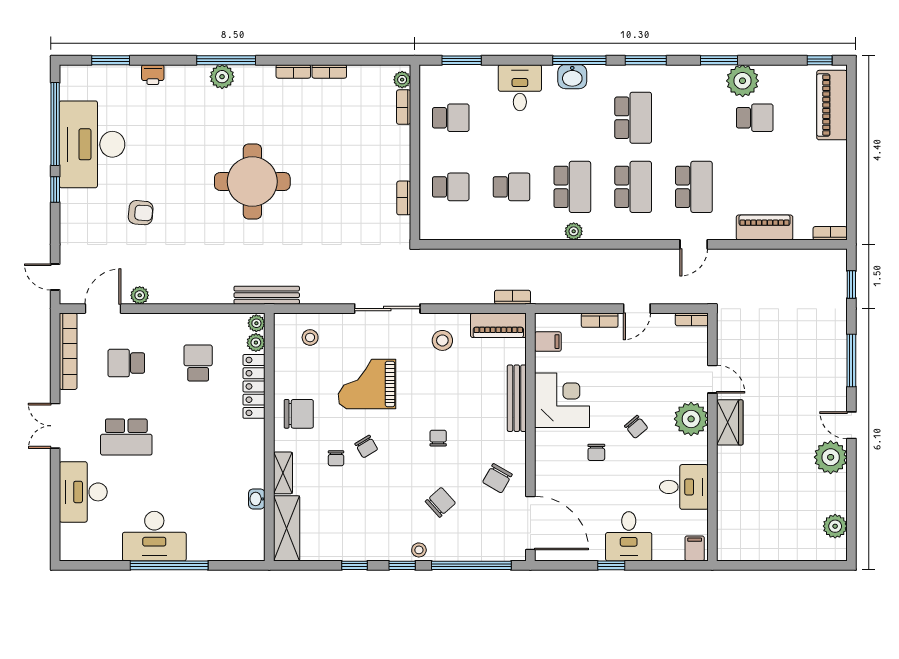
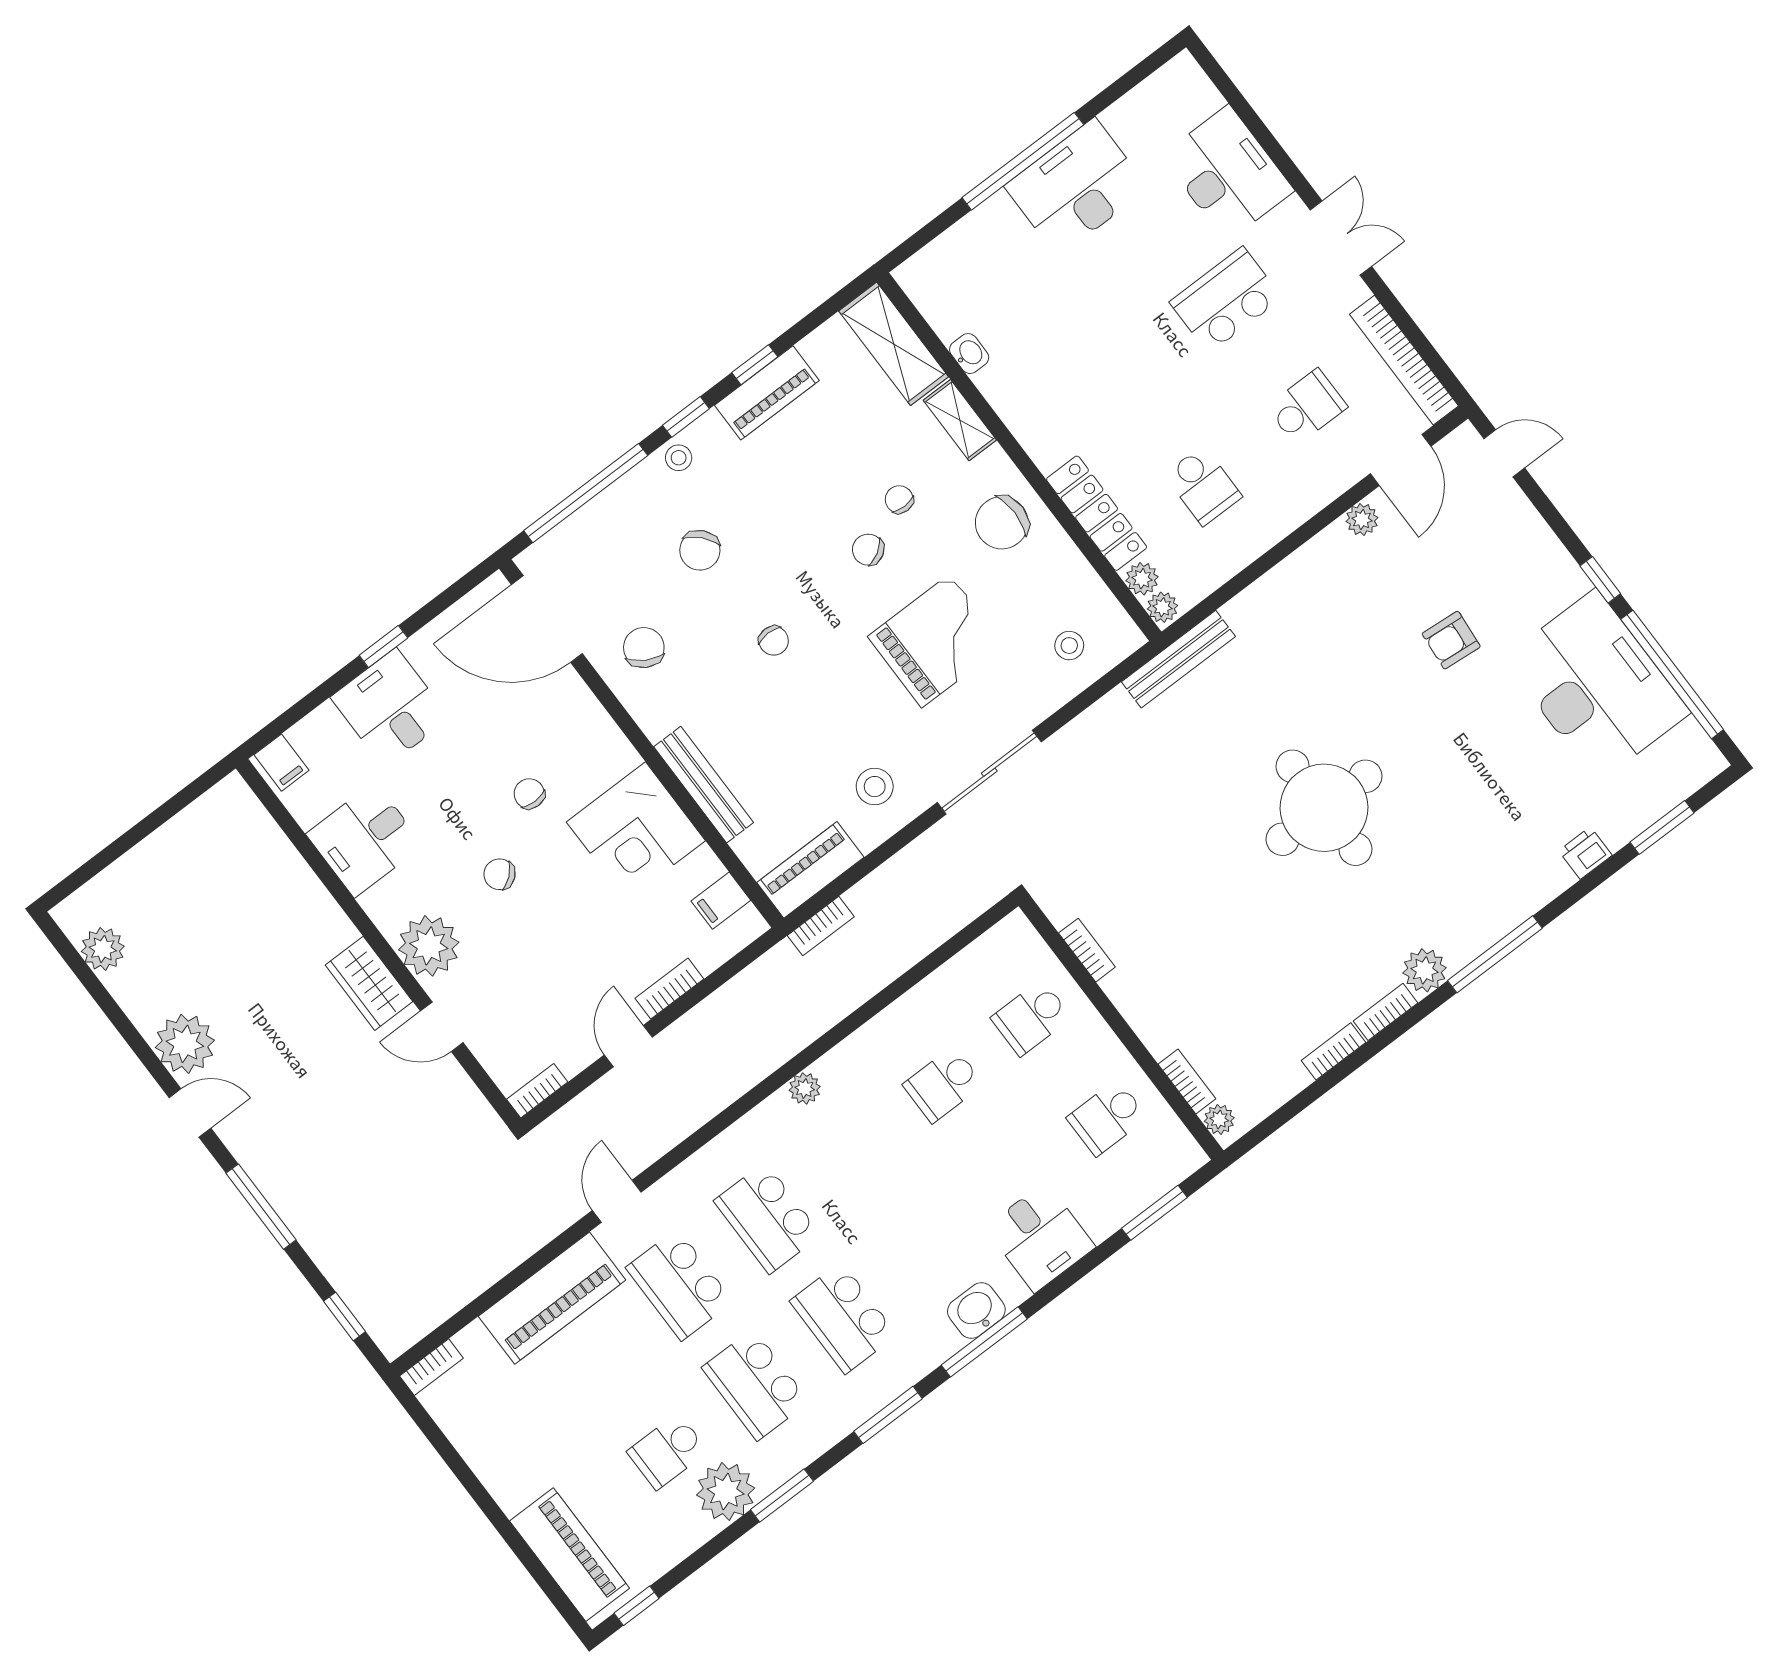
plant: (222, 77) -> (1425, 970), moved
school desk: (572, 187) -> (755, 1385), moved
piano: (765, 227) -> (552, 1298), width x1.37, depth x1.33
piano: (359, 549) -> (767, 393), added

